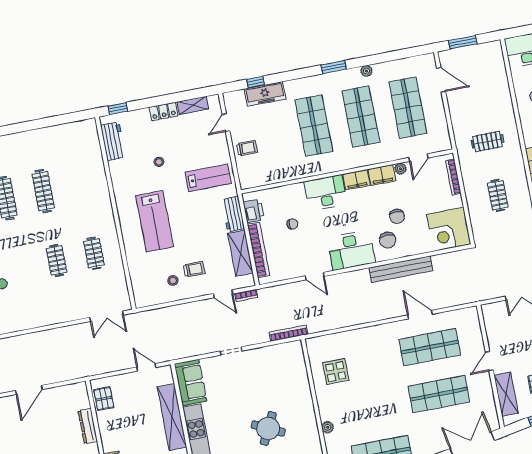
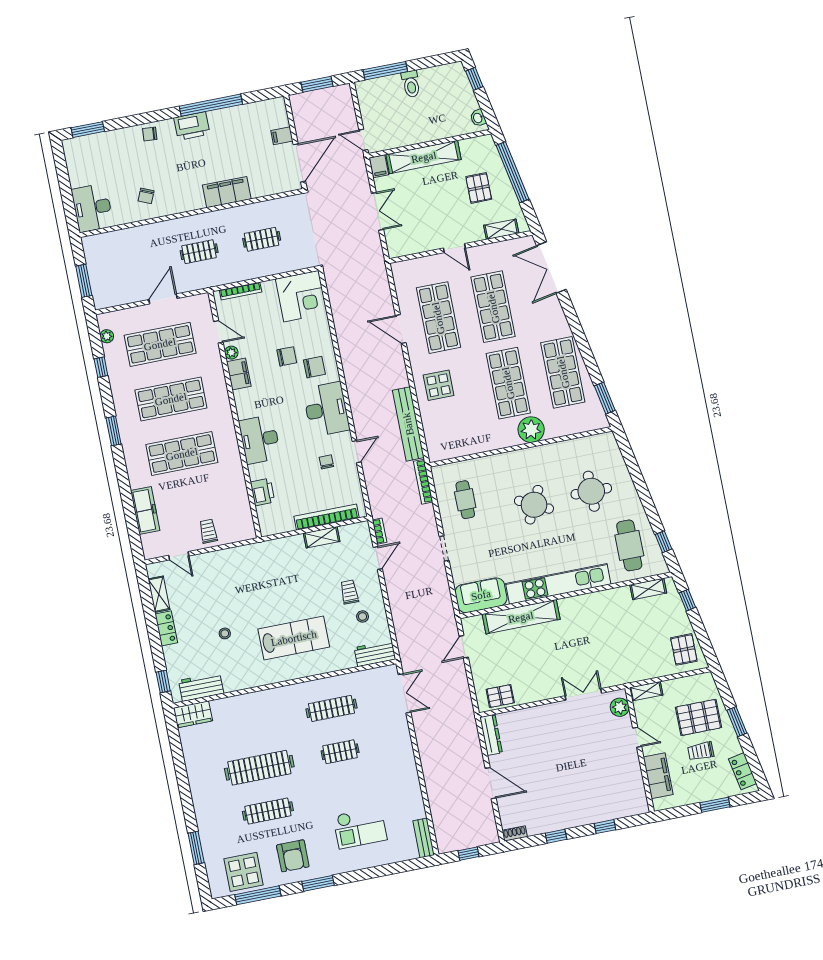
plant: (366, 71) -> (107, 336), moved
door: (441, 80) -> (163, 299), moved
window: (256, 82) -> (101, 367), moved
wardrobe: (89, 134) -> (193, 714), added
clothes rail: (487, 141) -> (199, 252), turned 90
lab bench: (208, 178) -> (243, 576), removed
filing cabinet: (356, 180) -> (244, 404), removed
clothes rail: (43, 191) -> (259, 768), width x1.37, depth x1.31
printer: (254, 211) -> (263, 492), moved, turned 90
workbench: (233, 214) -> (375, 653), moved, turned 180
chair: (292, 224) -> (326, 462), moved
clothes rail: (94, 253) -> (331, 708), width x1.36
shelving: (240, 253) -> (322, 537), width x0.67, depth x0.75
bench: (401, 269) -> (408, 424), moved
door: (420, 315) -> (401, 329), hinge flipped
cafe table: (273, 369) -> (465, 500), added
display table: (336, 372) -> (439, 385), moved
shelving: (506, 394) -> (501, 229), width x0.67, depth x0.75
shop shelf: (373, 407) -> (508, 383), added
dresser: (88, 426) -> (491, 735), moved, turned -90
plant: (328, 427) -> (531, 430), width x1.87, depth x1.87

